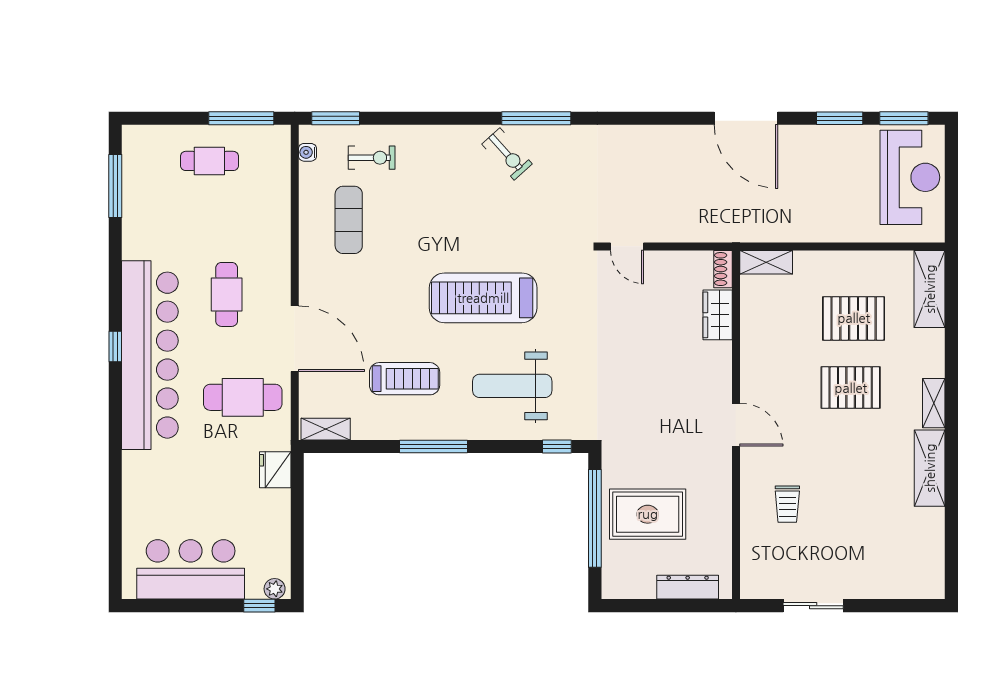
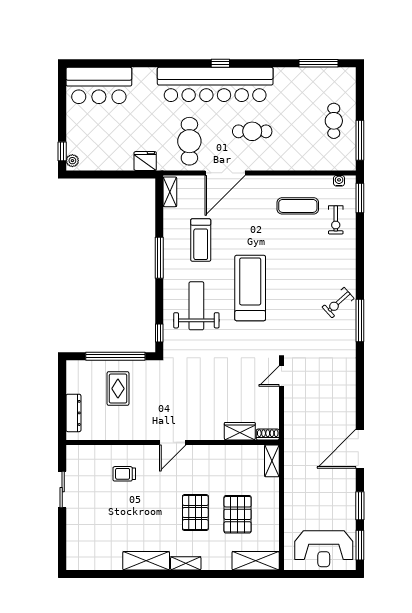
rug: (648, 514) -> (118, 389), width x0.73, depth x0.70
bar counter: (191, 569) -> (99, 85), moved, turned 90

